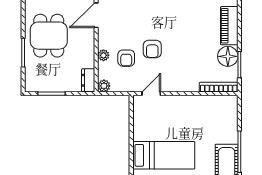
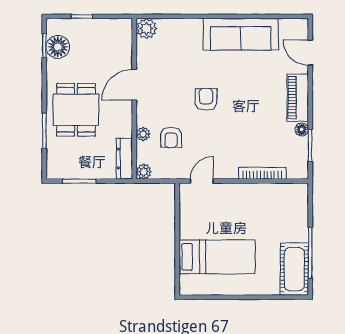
armchair: (152, 49) -> (206, 99), moved, turned 180
floor lamp: (228, 56) -> (302, 129), width x0.53, depth x0.53
dresser: (88, 80) -> (124, 158), width x1.44
bookcase: (219, 87) -> (262, 173), moved

